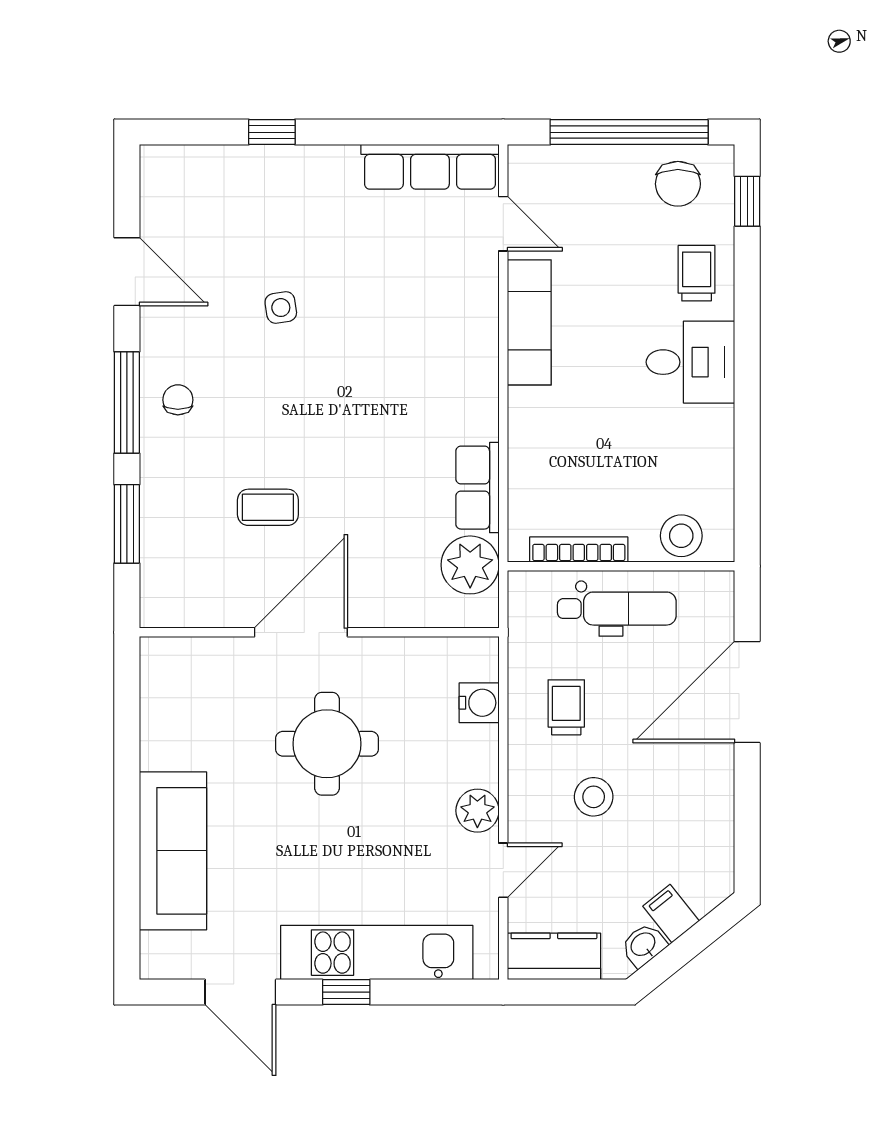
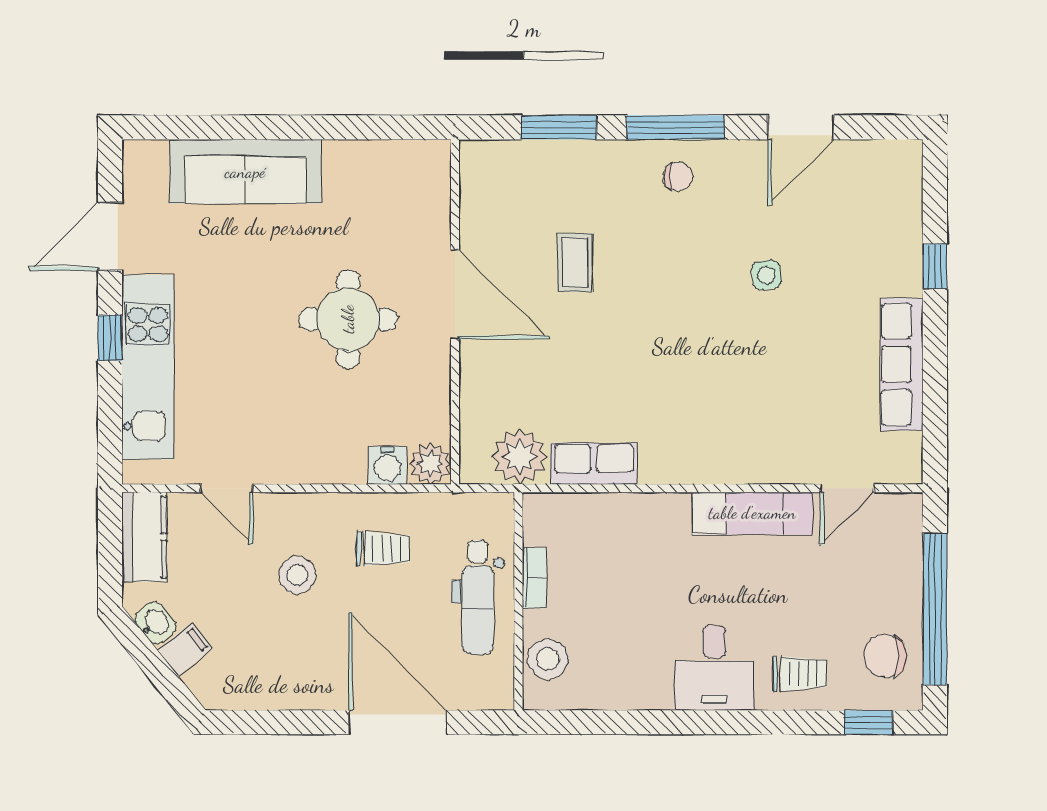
row of seats: (430, 167) -> (902, 364), moved
bookcase: (579, 549) -> (534, 578), width x0.64
plant: (477, 811) -> (430, 464), moved

